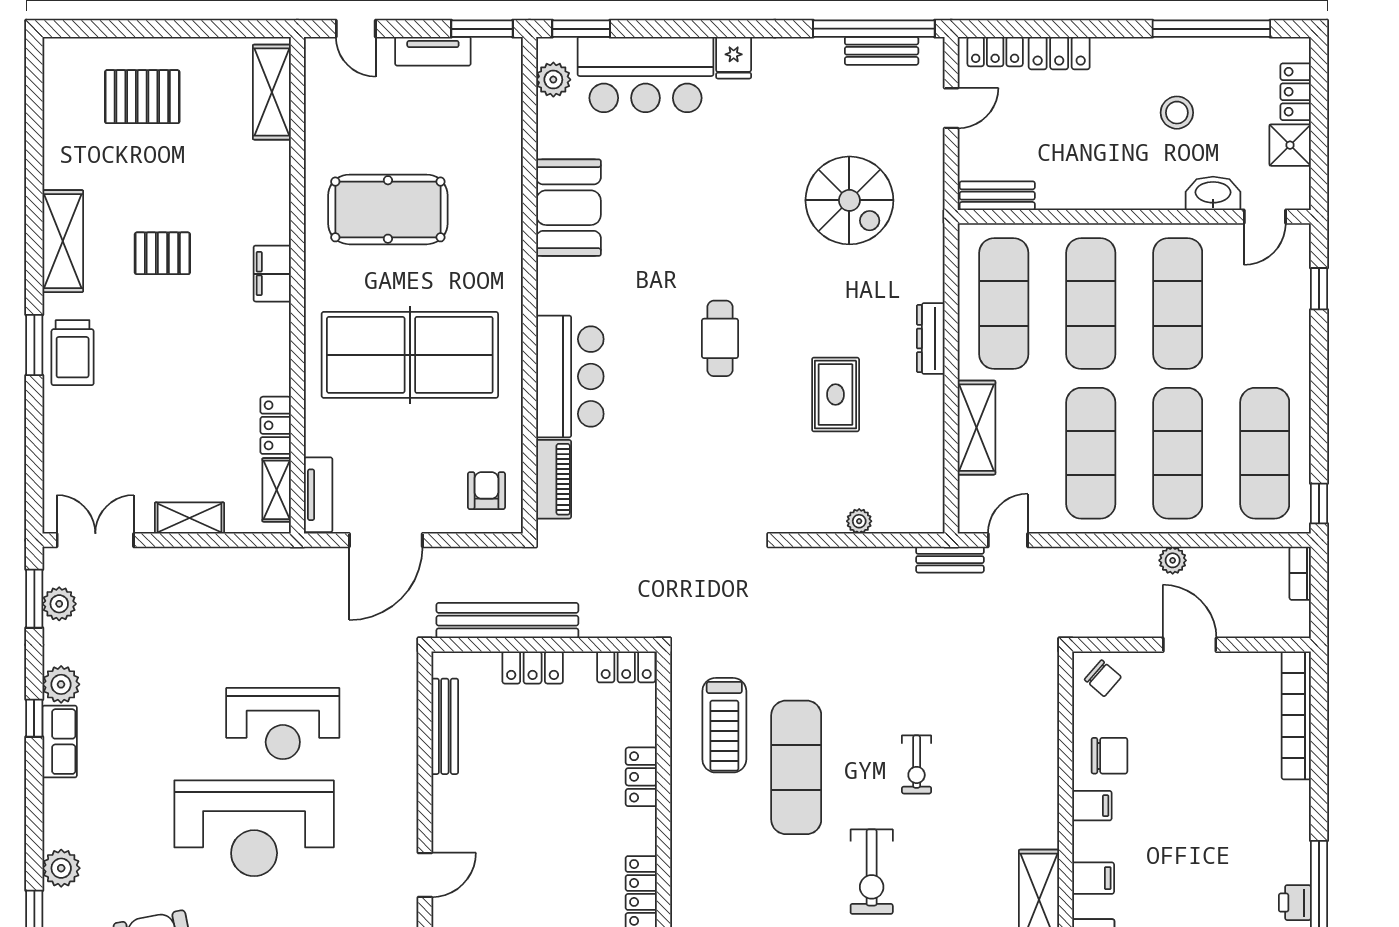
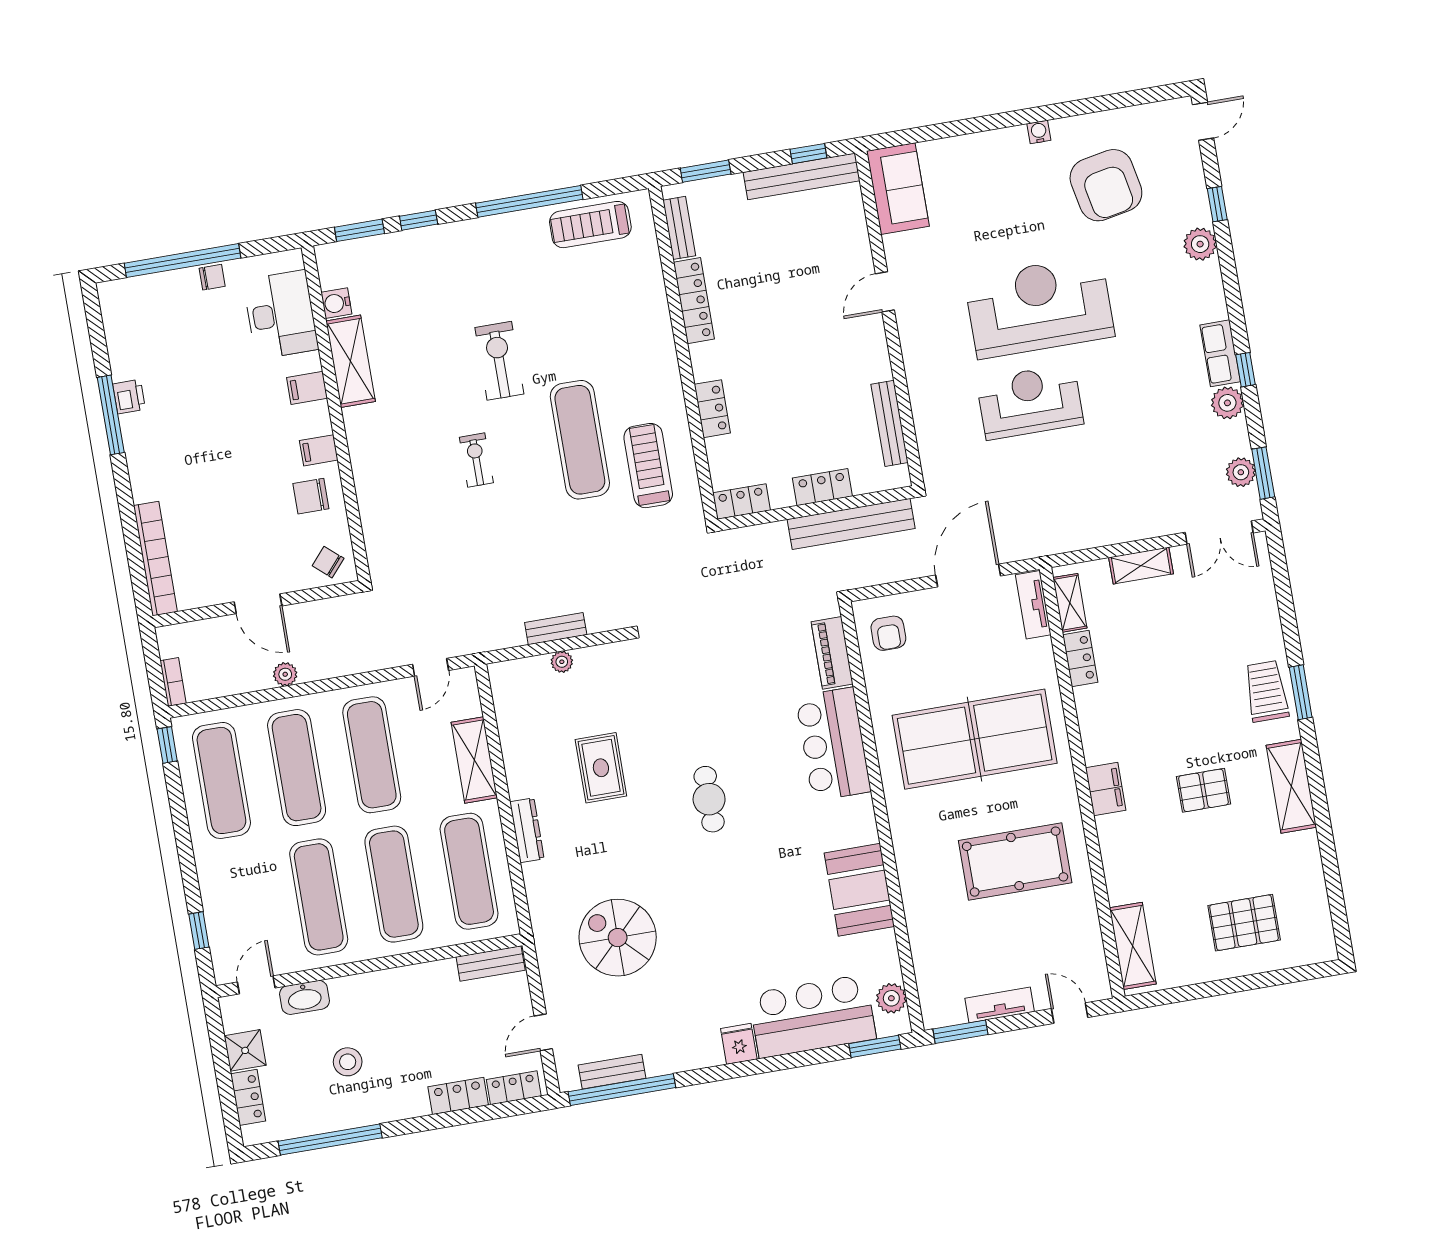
bench: (950, 560) -> (556, 629), moved

